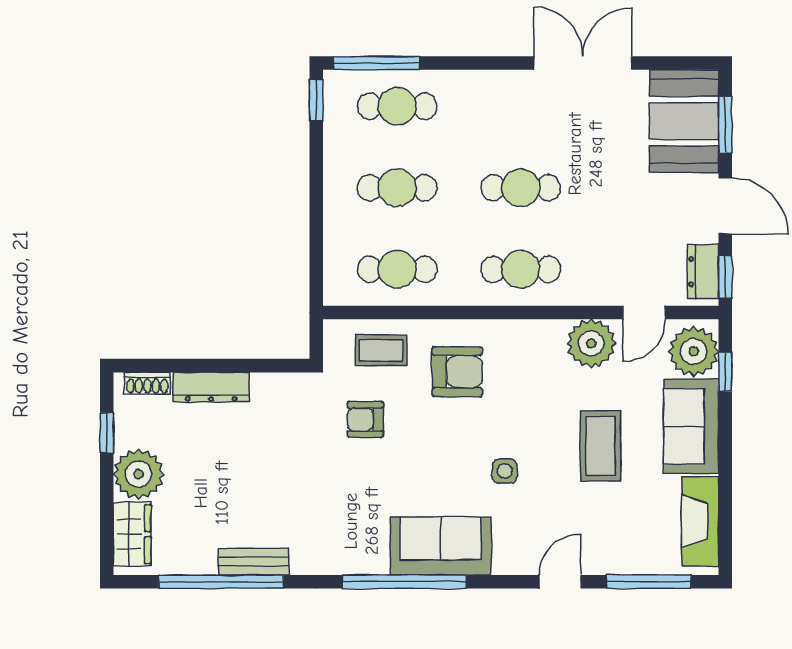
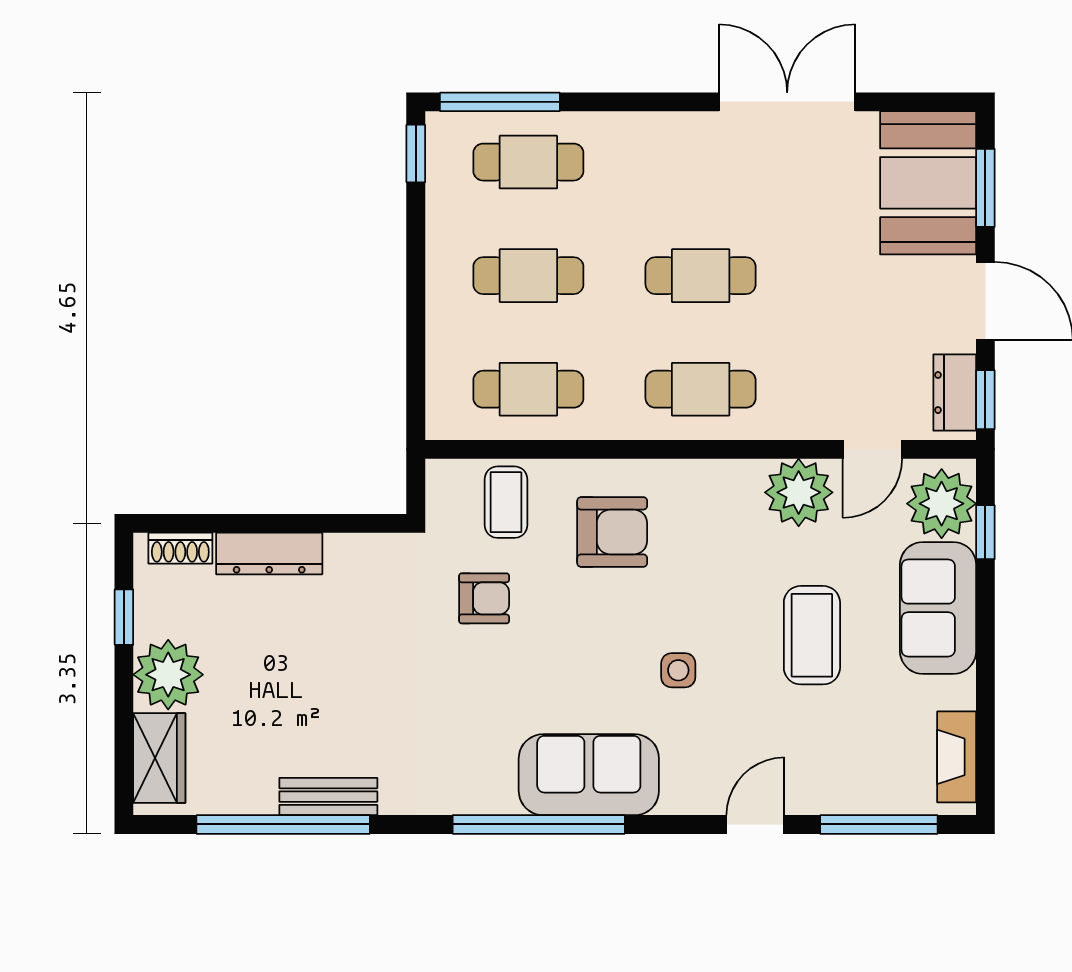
coffee table: (381, 350) -> (506, 502), turned 90
armchair: (365, 419) -> (484, 598), turned 180
fireplace: (700, 521) -> (957, 757), width x0.73, depth x0.76

